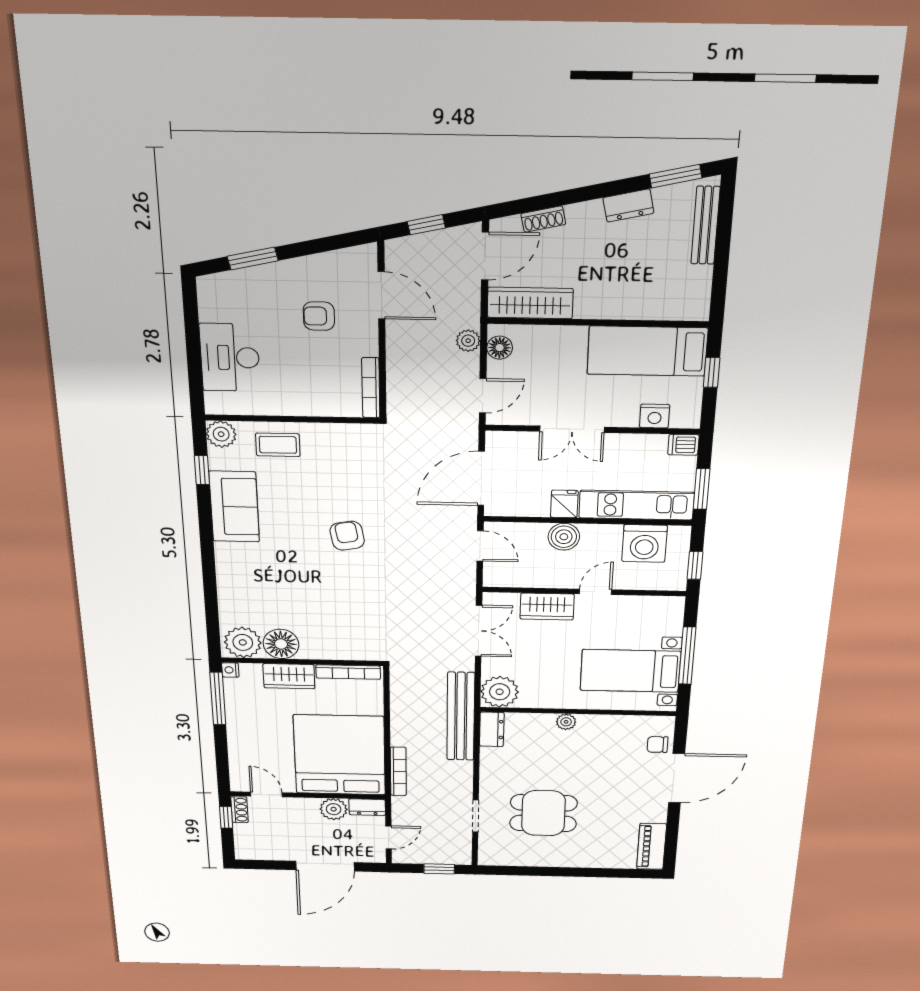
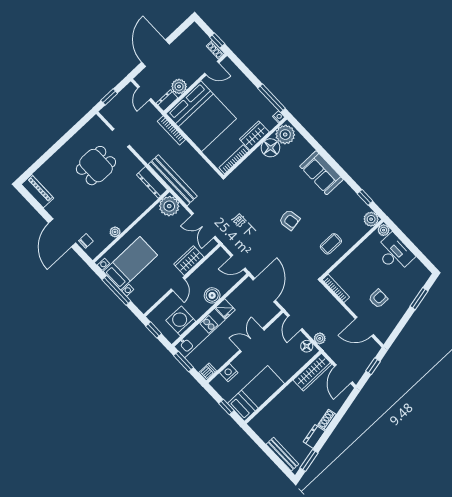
shoe rack: (543, 219) -> (327, 420), moved
plant: (216, 403) -> (384, 230), added
coffee table: (278, 445) -> (331, 244), moved
sofa: (234, 507) -> (321, 173), moved
plant: (566, 722) -> (115, 232), moved
dresser: (492, 729) -> (152, 182), width x1.44

